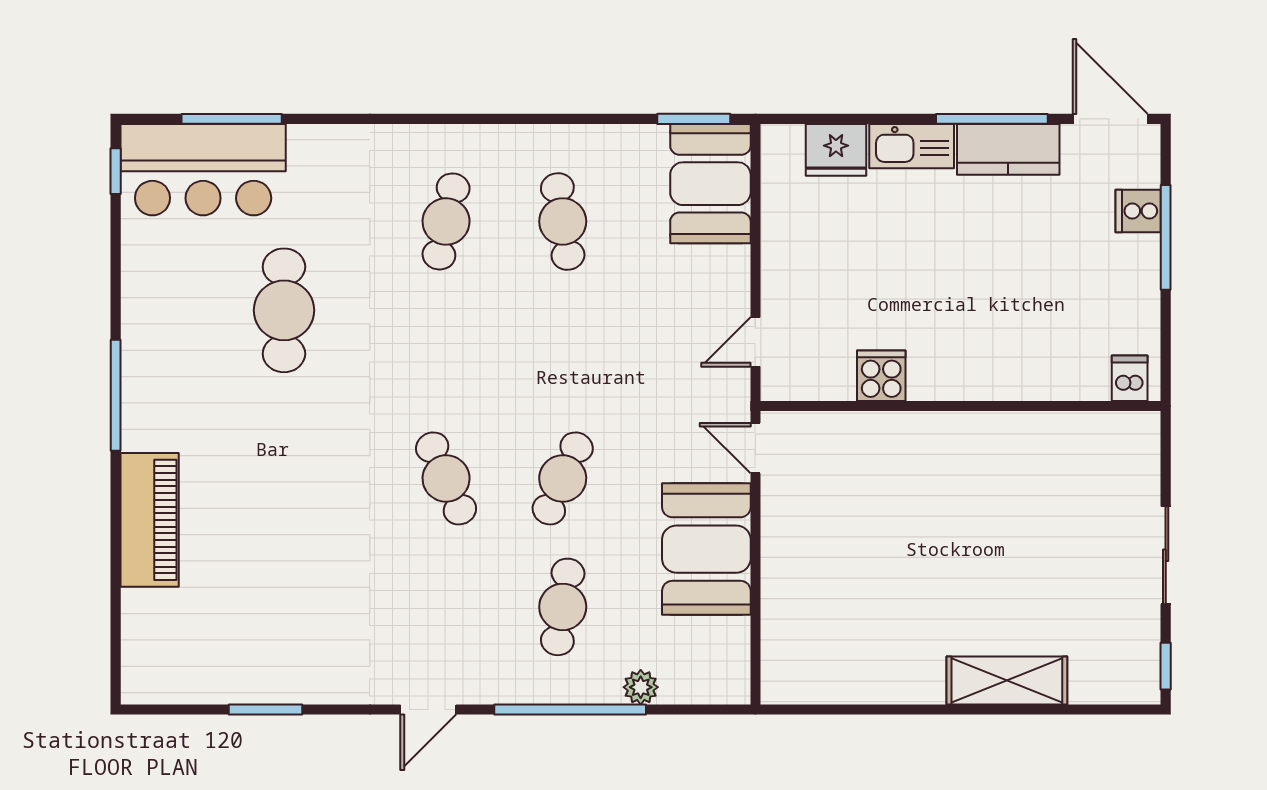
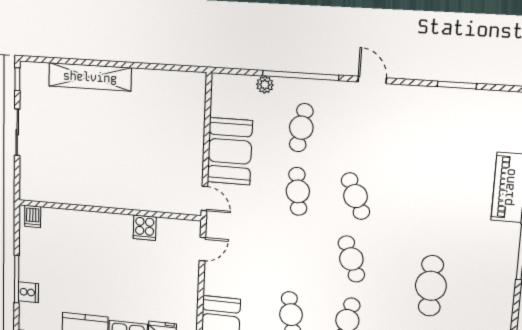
cafe table: (446, 350) -> (351, 259), added
cafe table: (563, 478) -> (298, 191), turned -30
shelving: (1007, 680) -> (90, 77), width x1.47
door: (428, 710) -> (372, 80), hinge flipped

